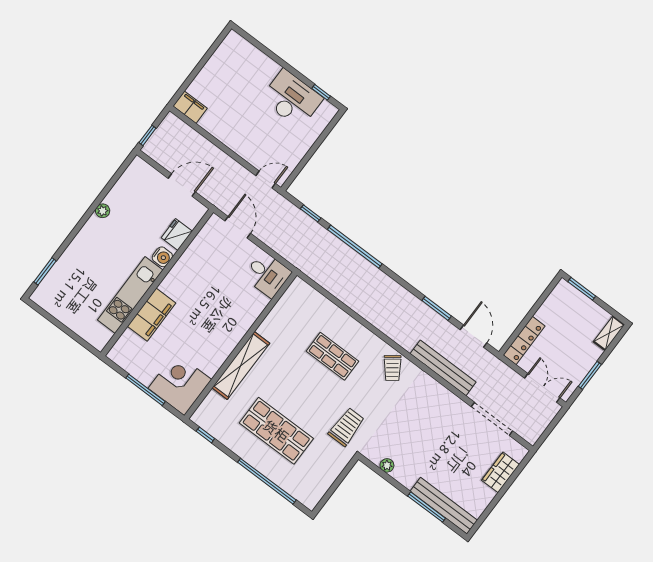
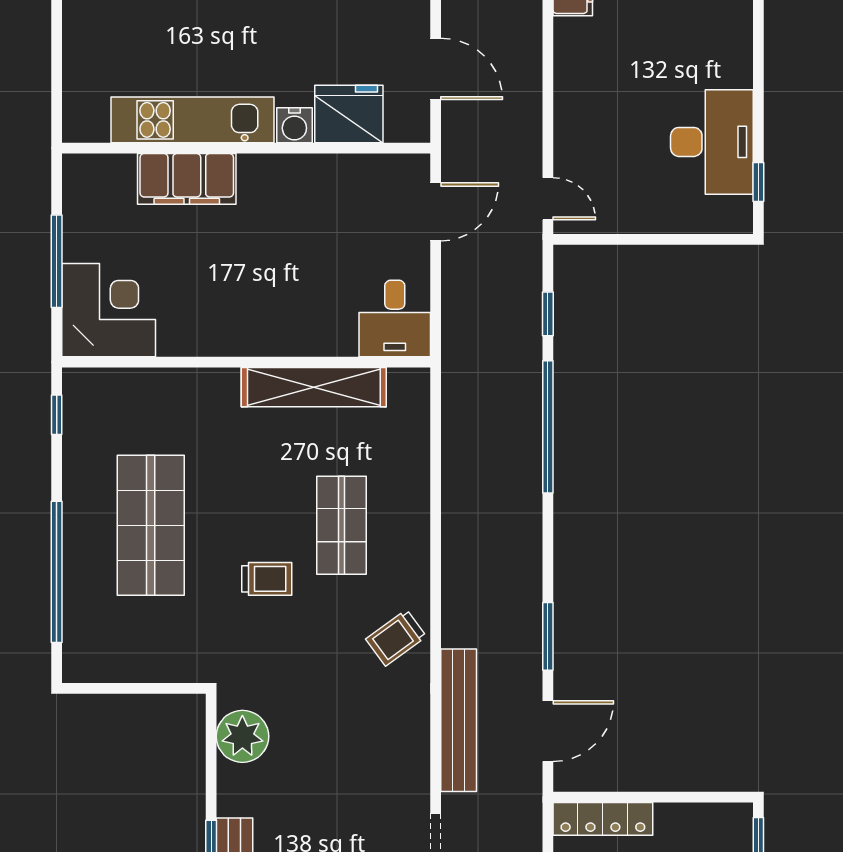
fridge: (177, 234) -> (349, 114), width x1.36, depth x1.34
shelving: (241, 366) -> (314, 387), moved
trolley: (346, 427) -> (267, 579), moved, width x0.73, depth x0.72
plant: (387, 465) -> (242, 736), width x1.87, depth x1.87

